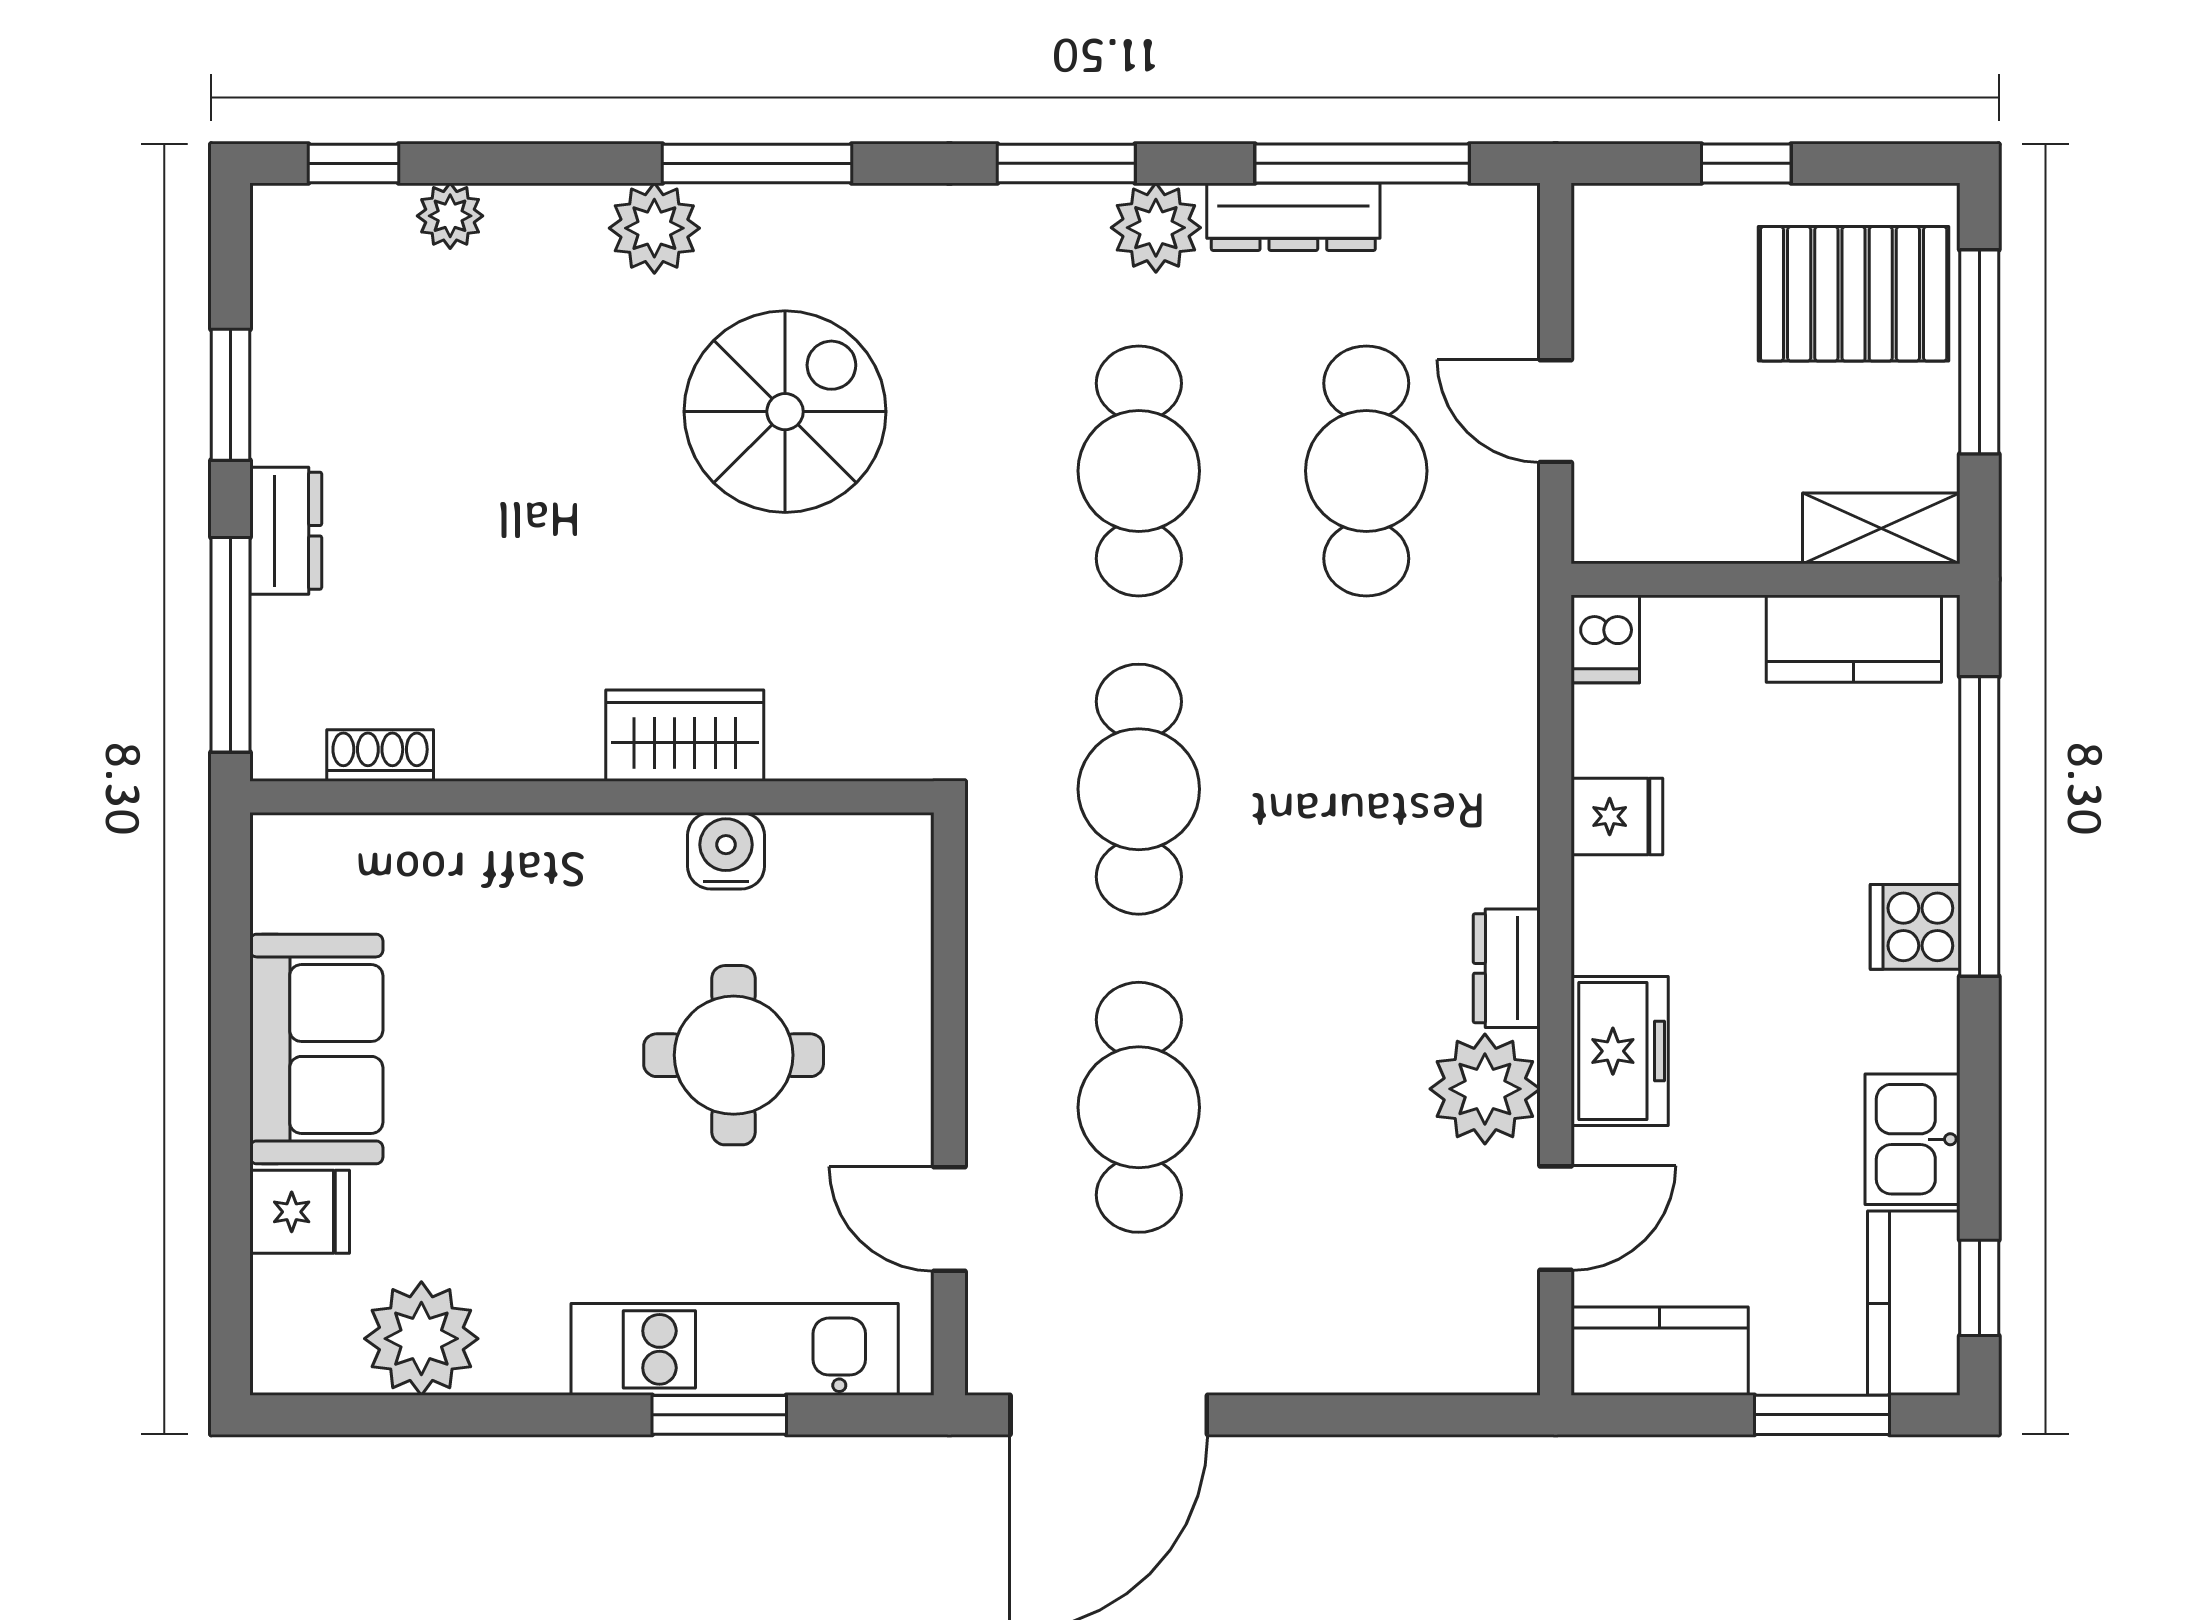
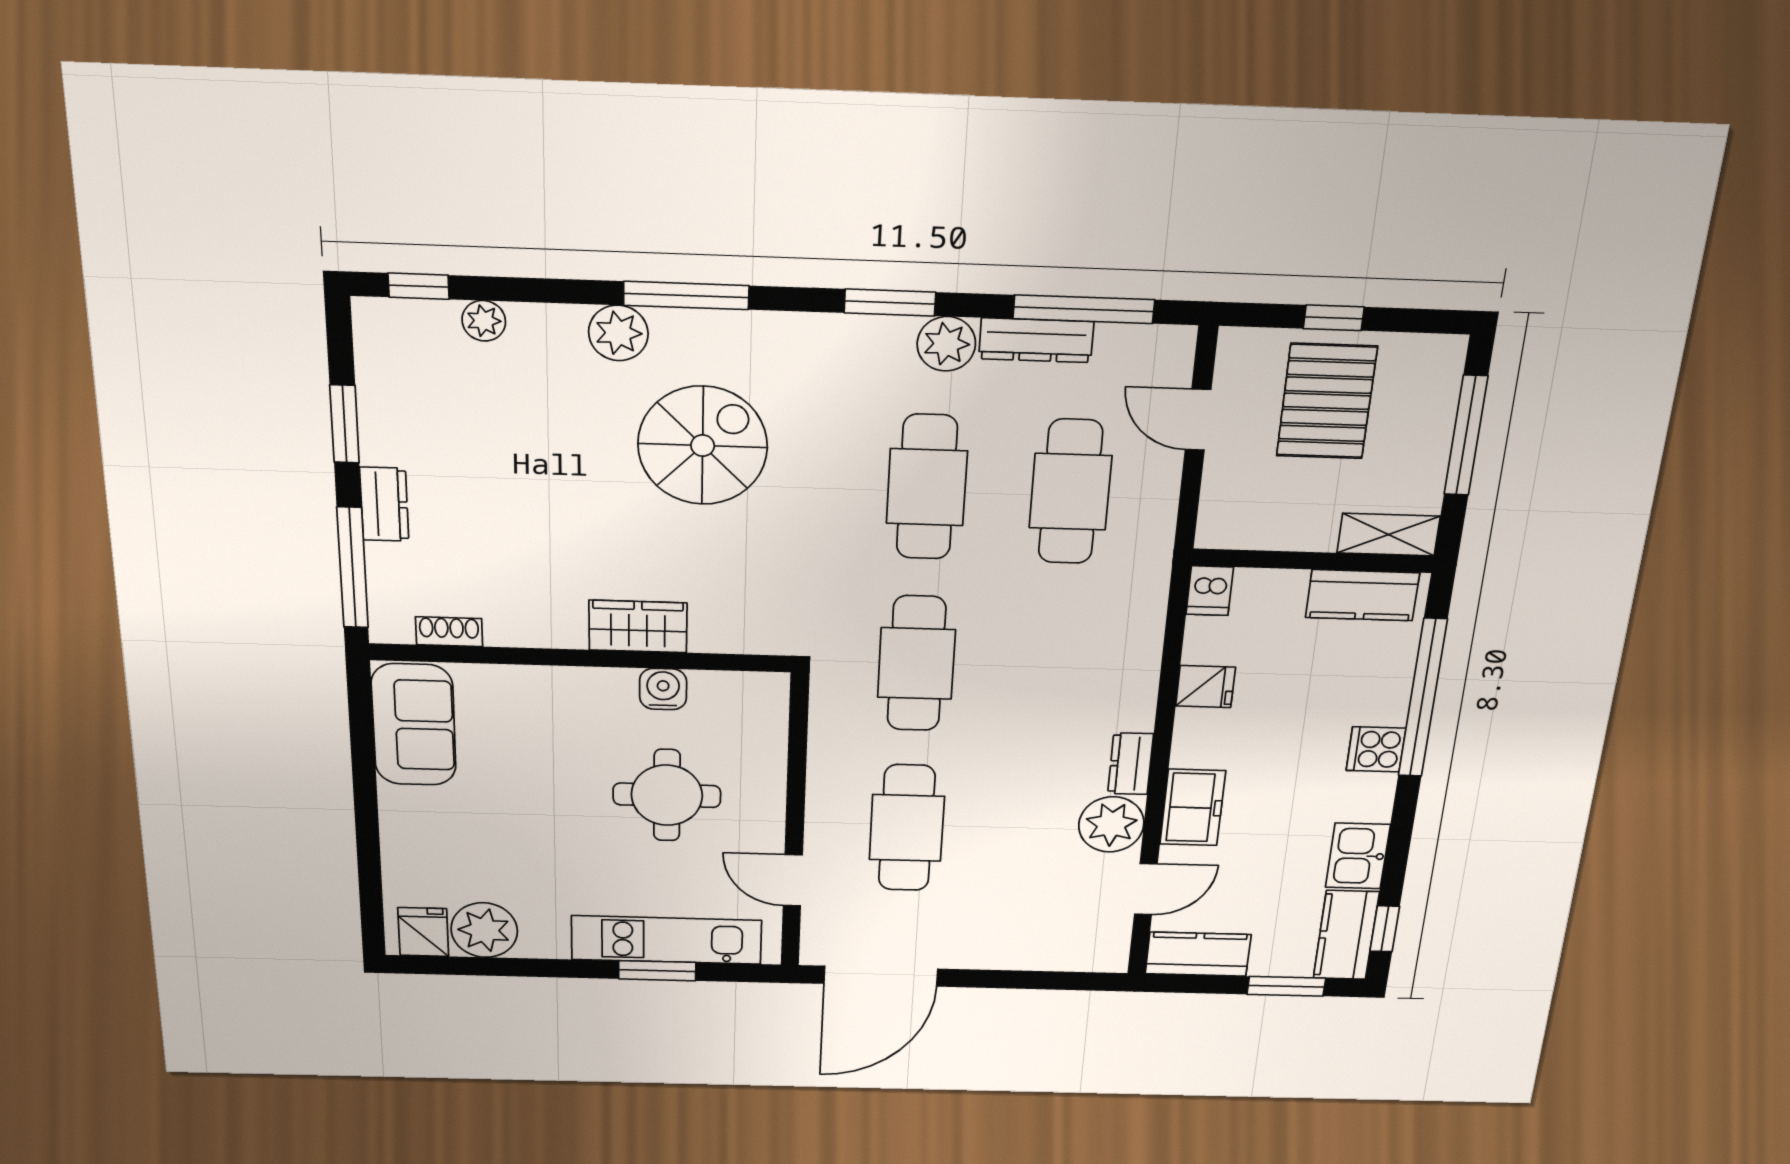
pallet: (1854, 294) -> (1327, 401), moved, turned 90
door: (1556, 411) -> (1198, 420), moved
sofa: (316, 1049) -> (414, 725), moved
fridge: (300, 1212) -> (423, 932), moved, turned -90

